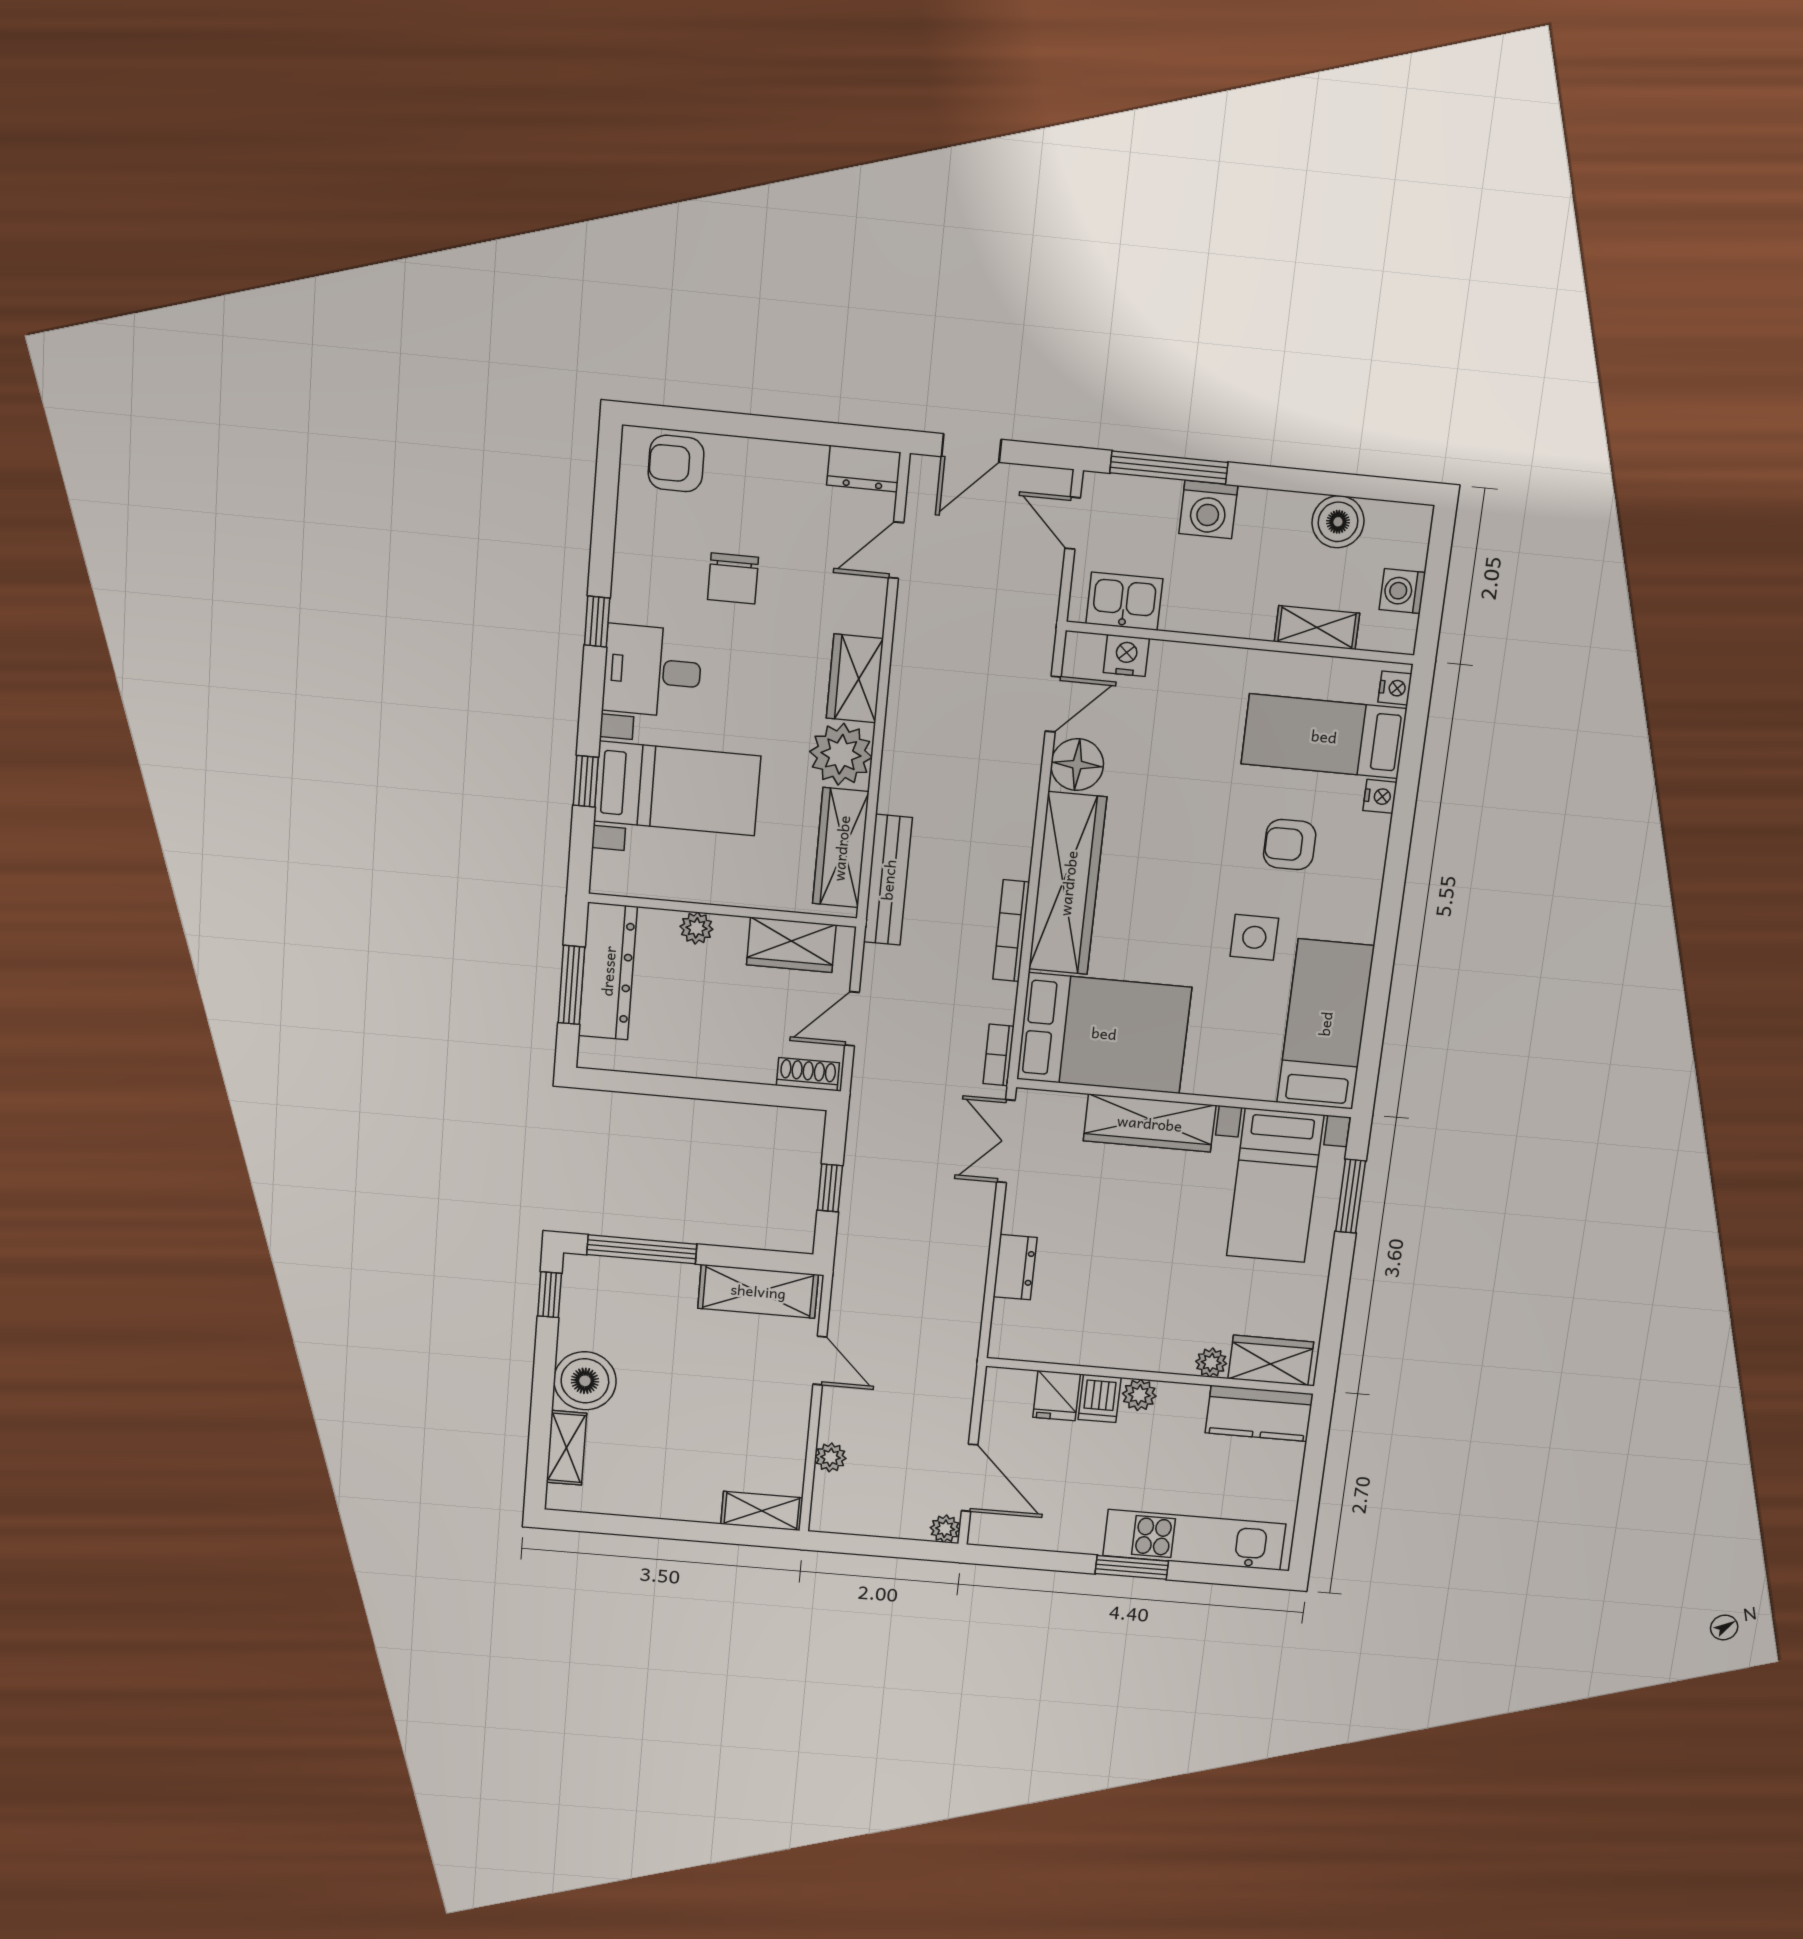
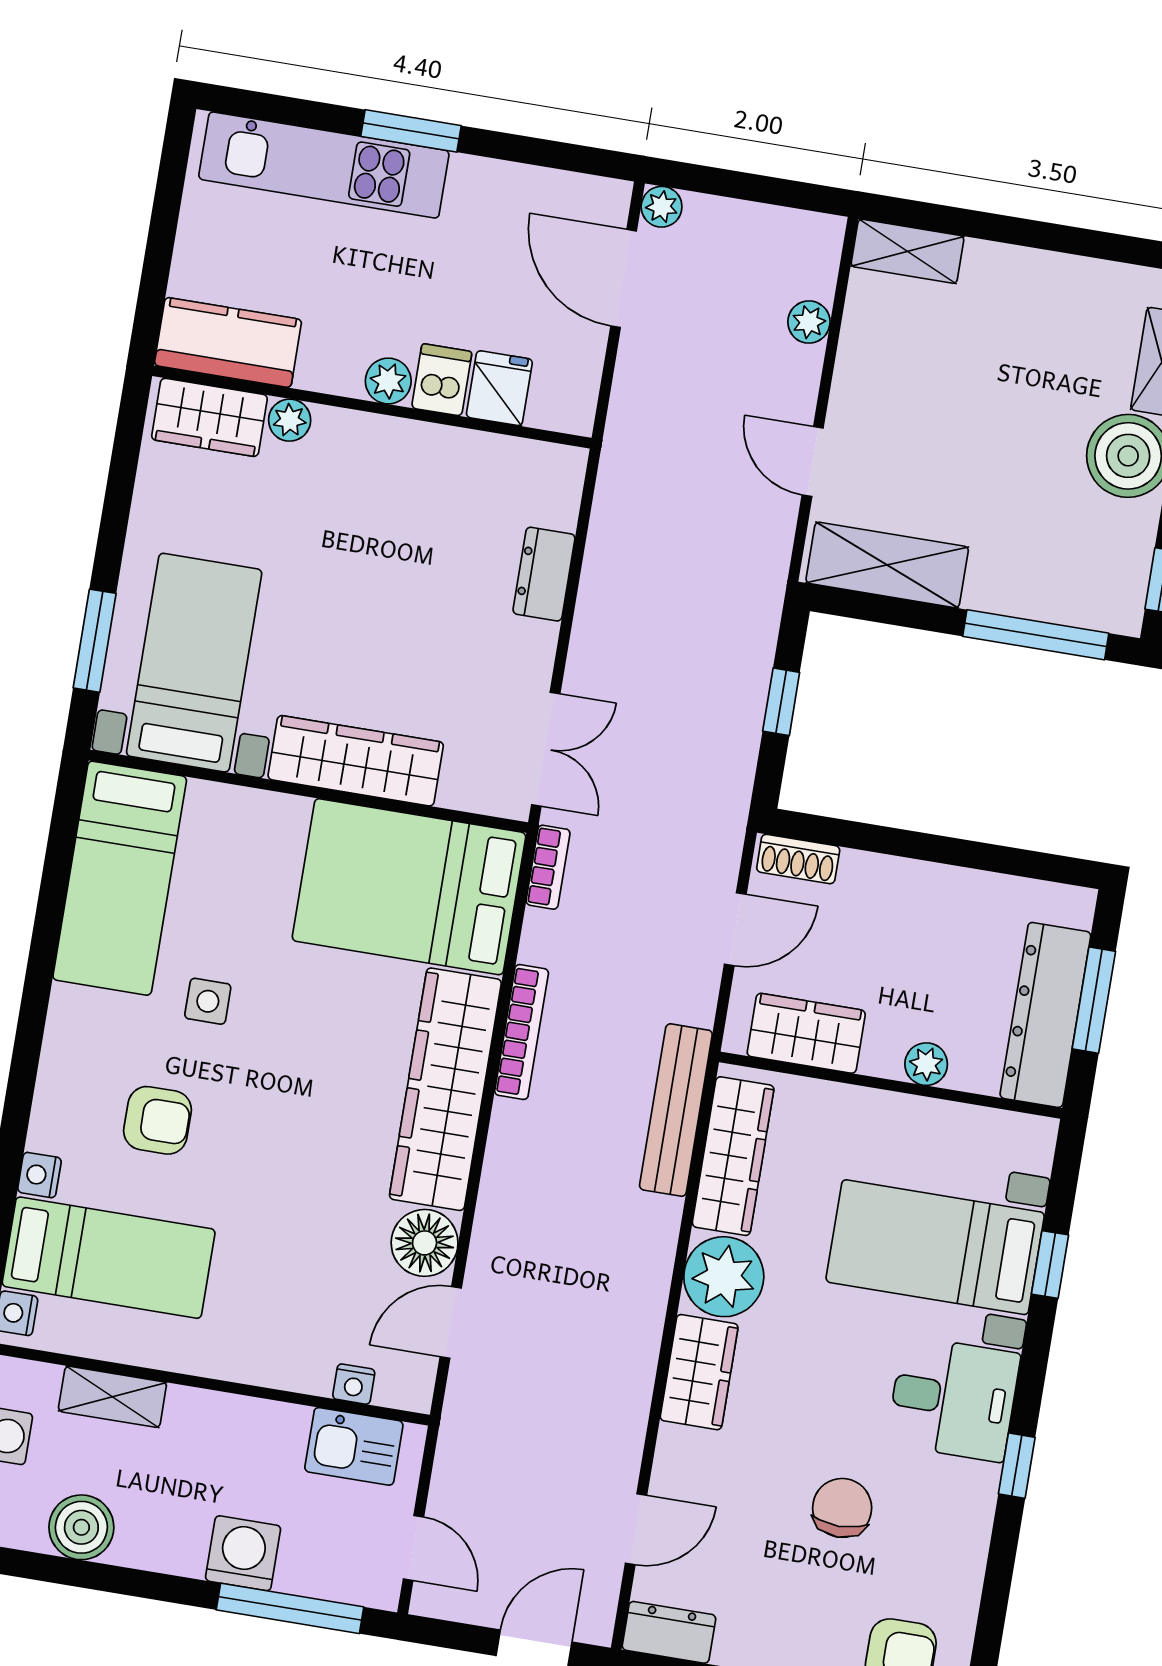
nightstand: (1126, 655) -> (354, 1384), width x0.72, depth x0.74
side table: (1254, 937) -> (208, 1001), width x0.73, depth x0.73

